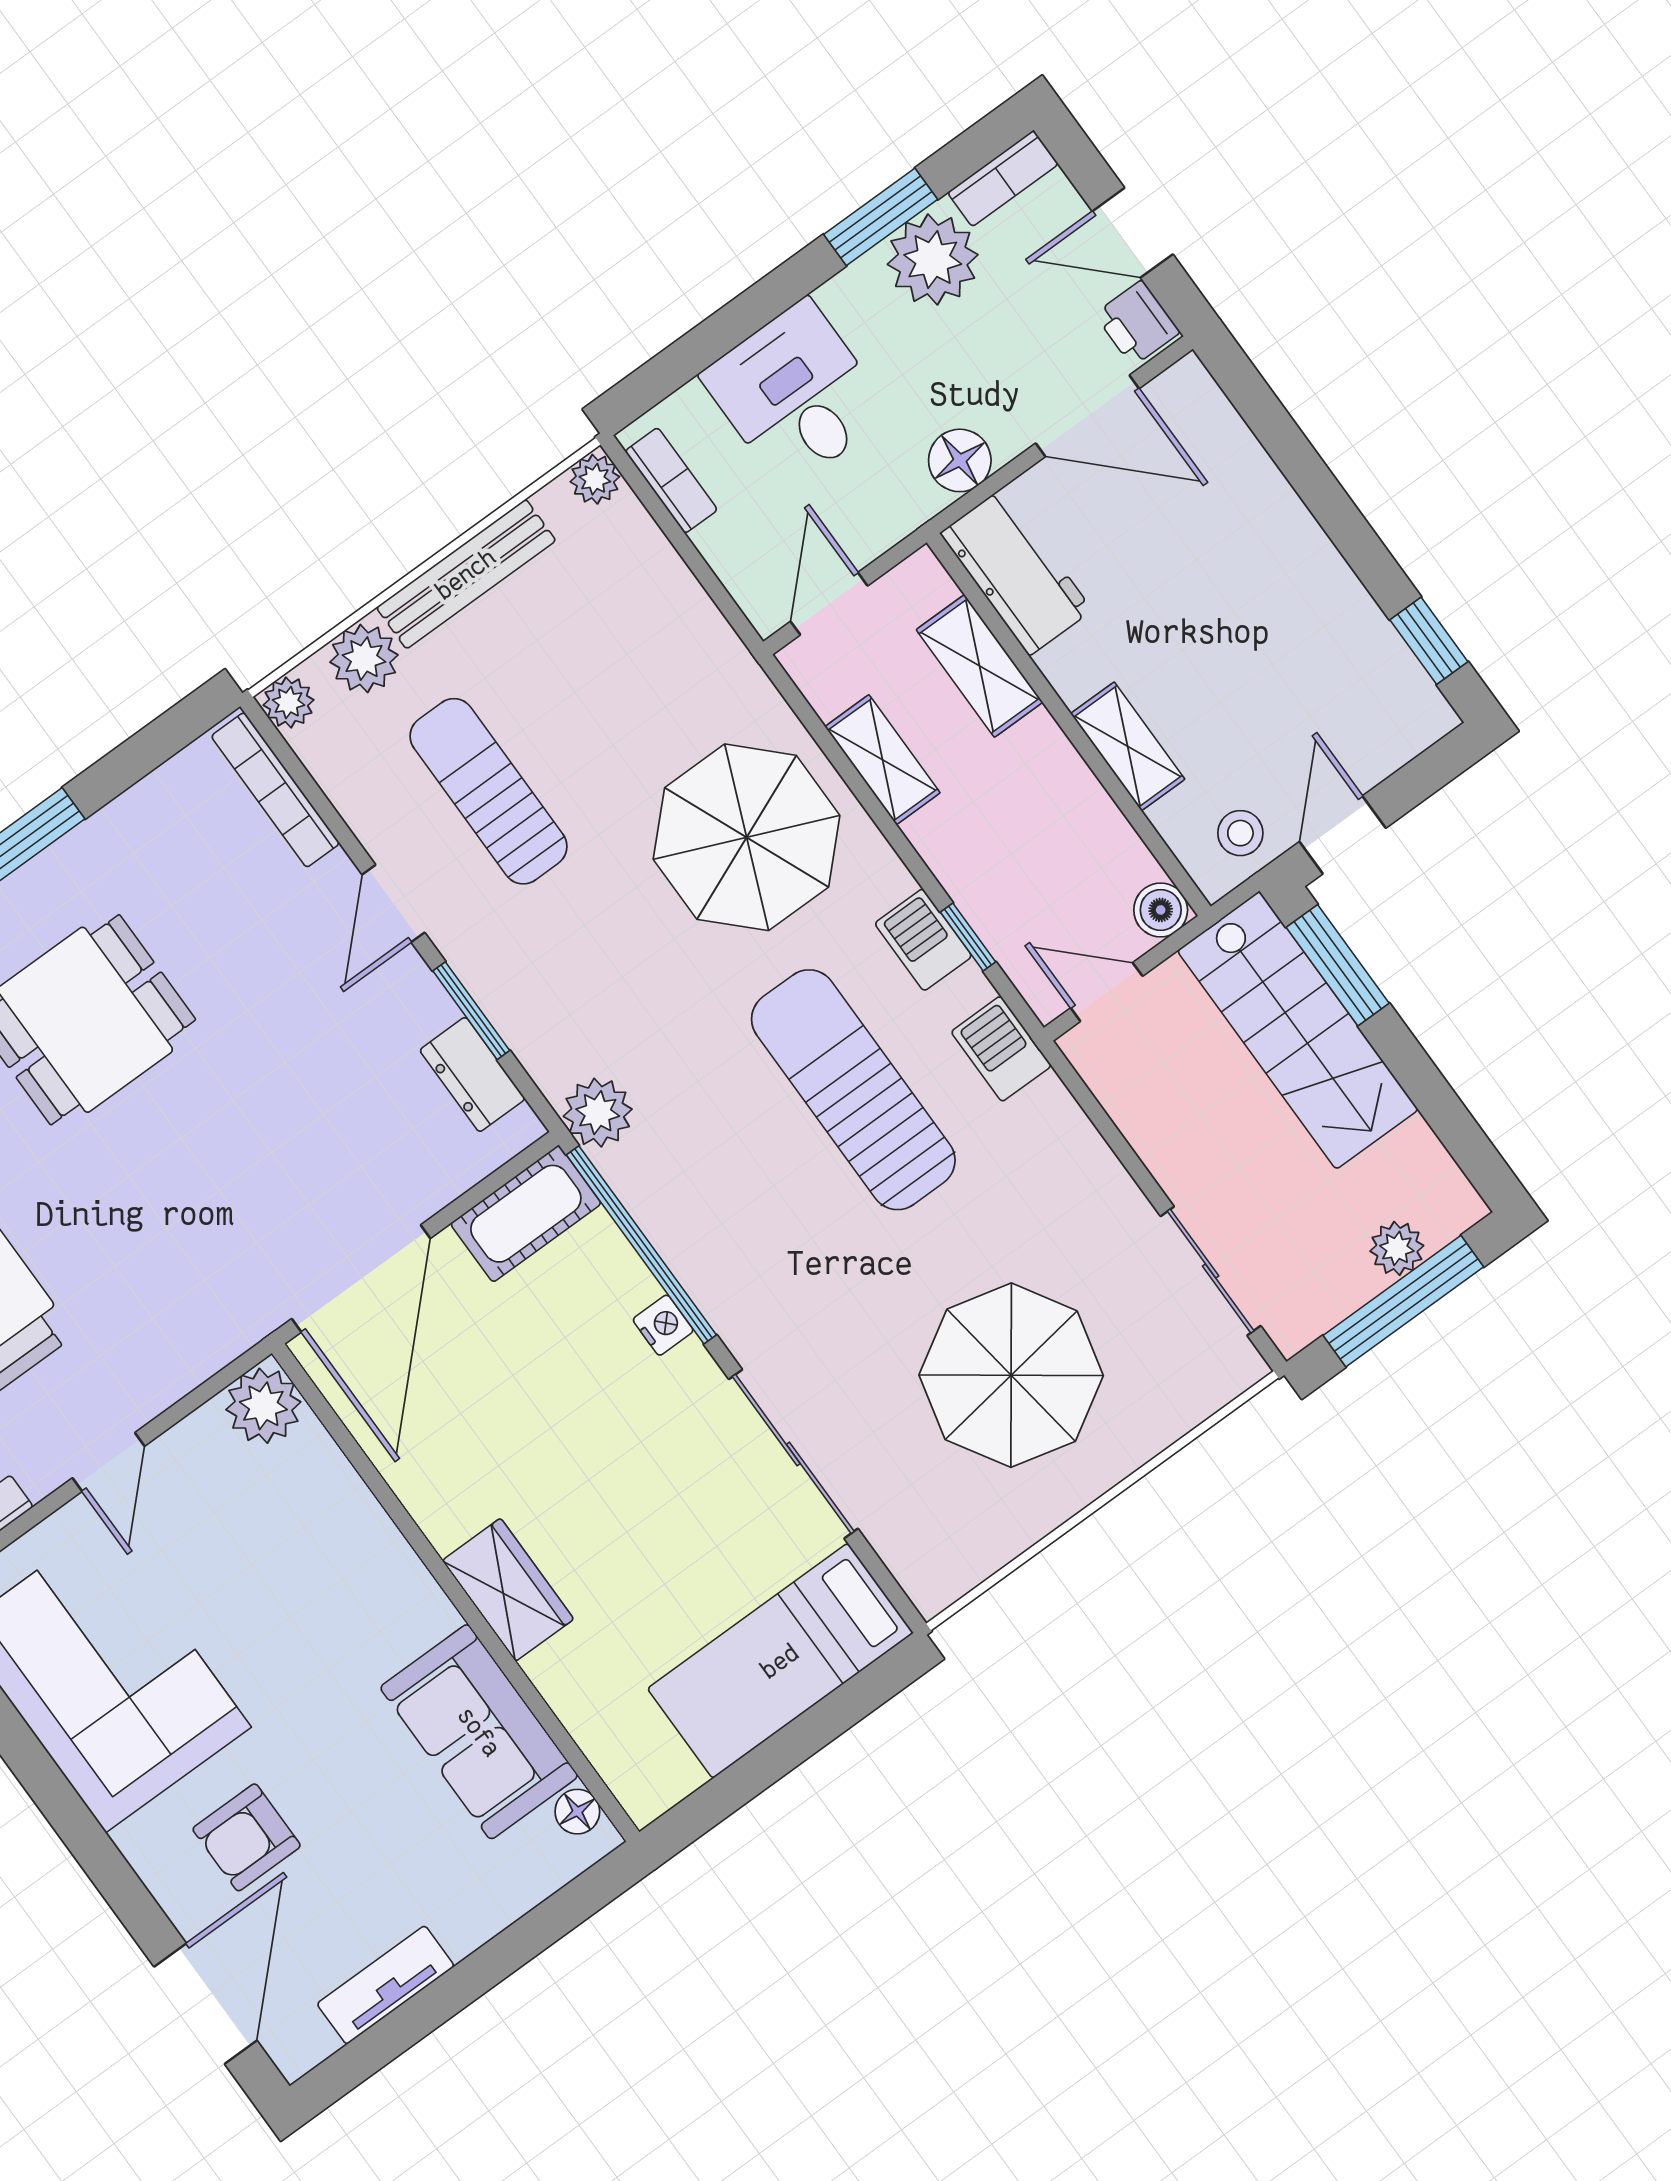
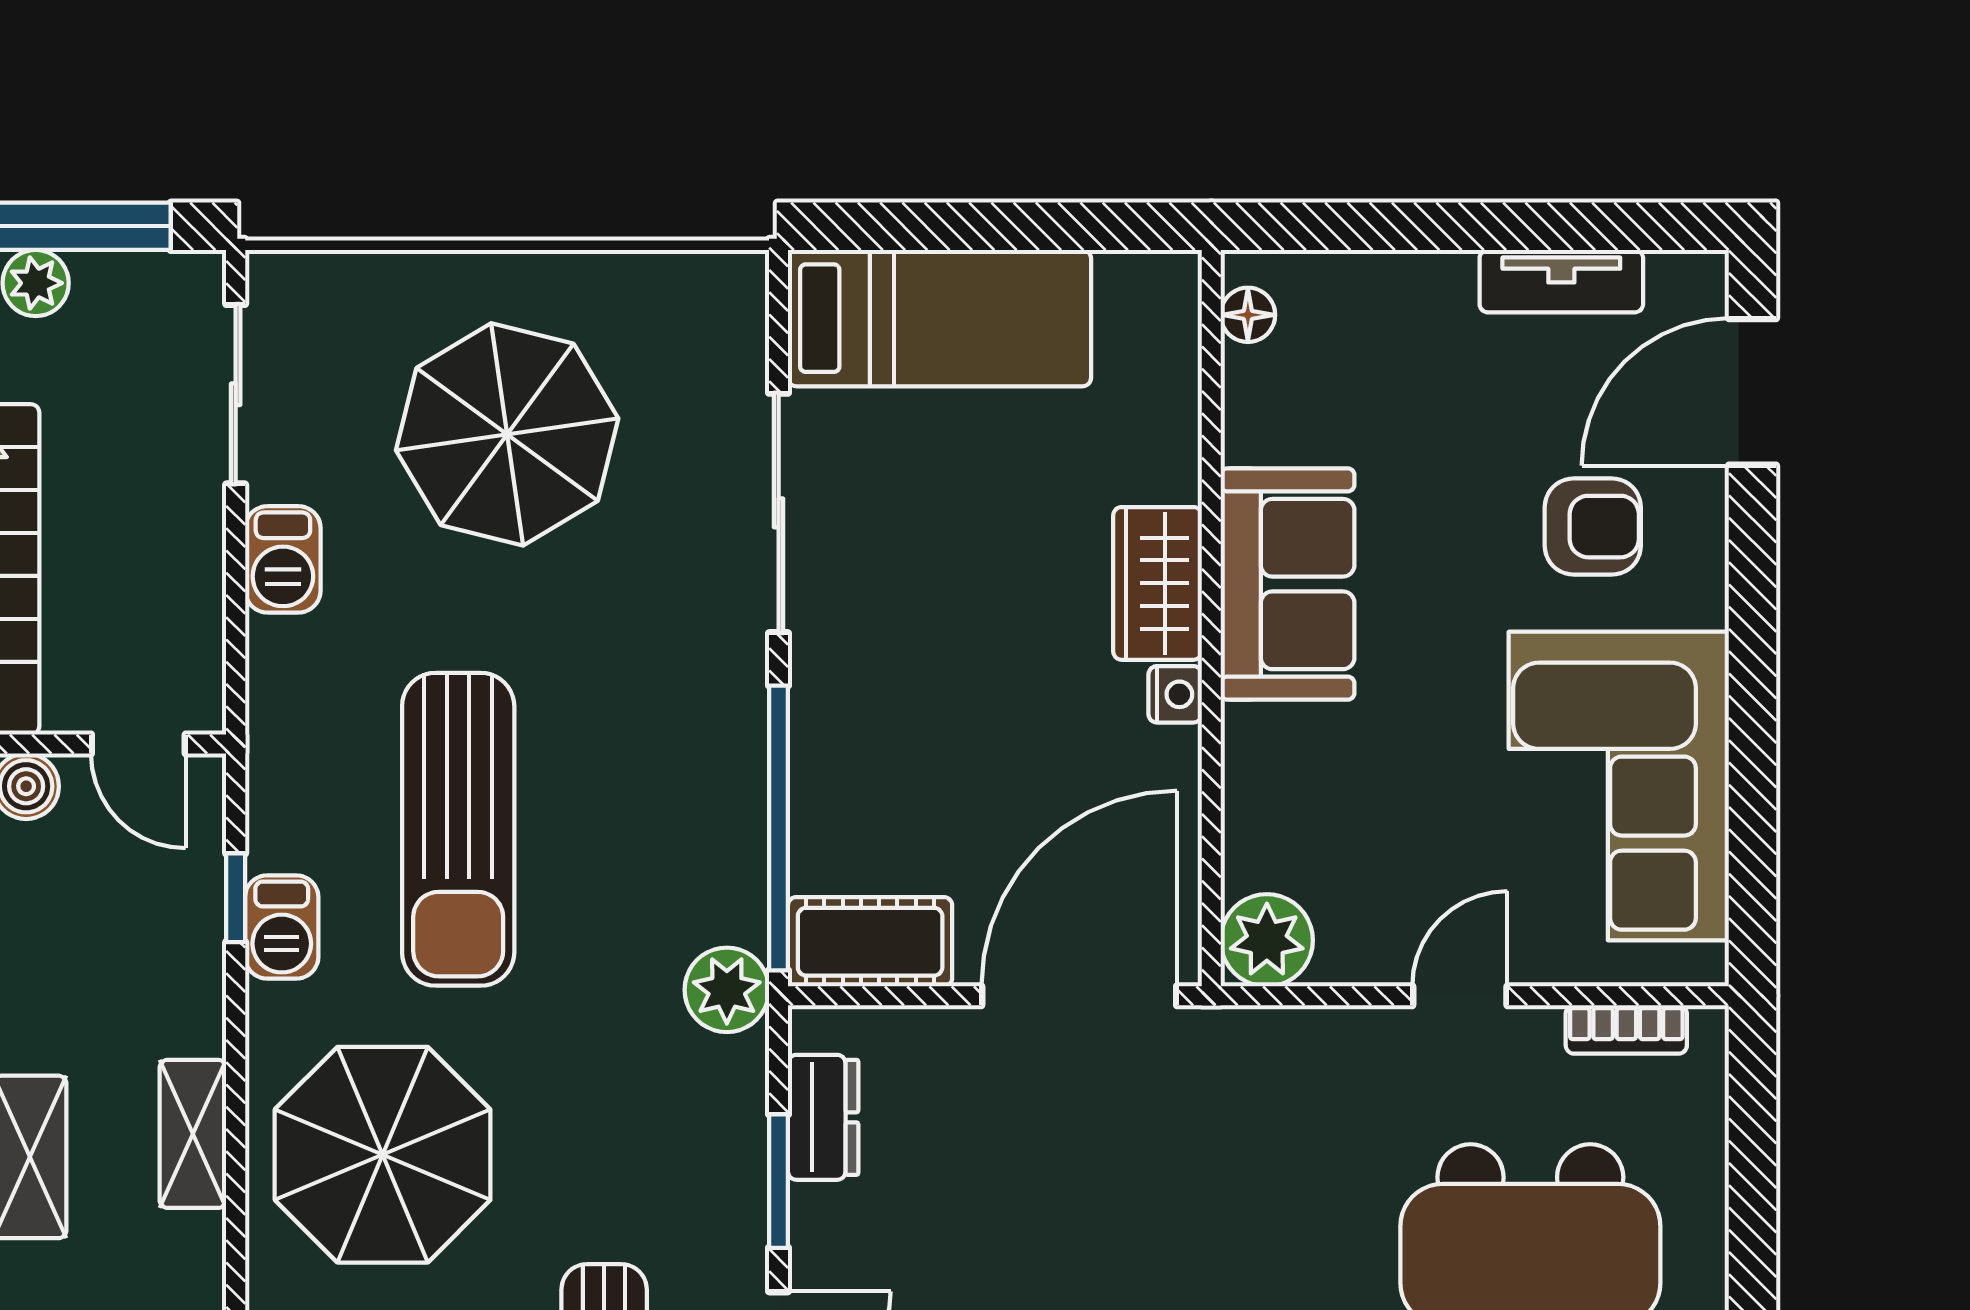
barbecue: (1001, 1049) -> (283, 559), moved
nightstand: (663, 1325) -> (1175, 694), moved, turned 180
sofa: (479, 1732) -> (1288, 584), moved

